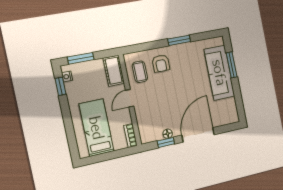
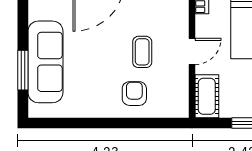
window: (179, 40) -> (99, 123), removed
coffee table: (140, 72) -> (142, 52), moved

